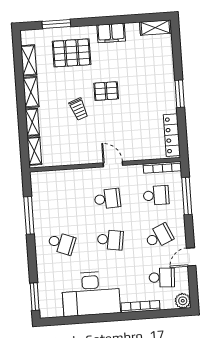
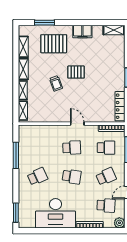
school desk: (62, 243) -> (37, 177), turned -45

